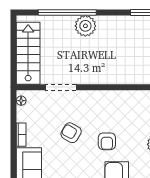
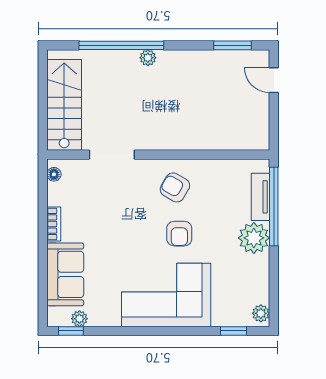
plant: (85, 26) -> (148, 58), width x0.53, depth x0.53
armchair: (71, 133) -> (175, 187), moved

